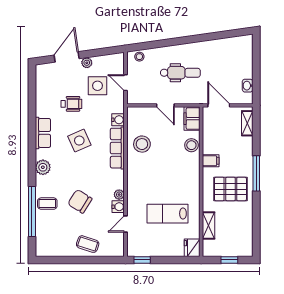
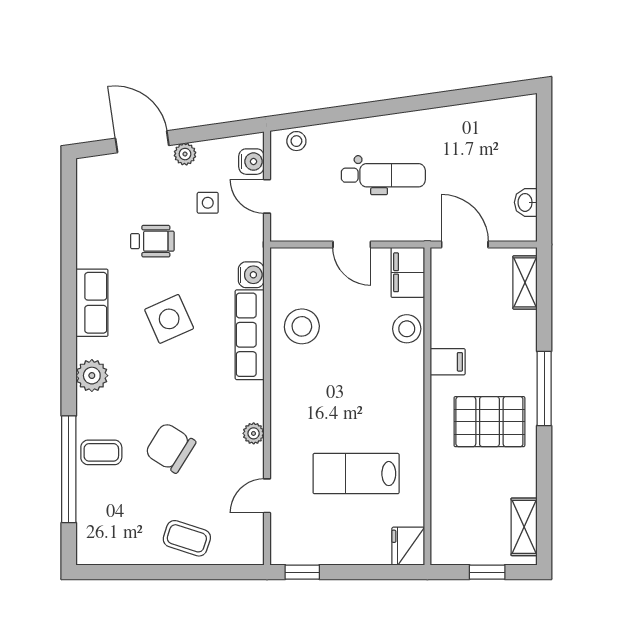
door: (67, 57) -> (142, 142), hinge flipped
side table: (98, 86) -> (208, 203), width x0.54, depth x0.54
water cooler: (118, 207) -> (251, 162), moved
shelving: (209, 225) -> (524, 527), moved

